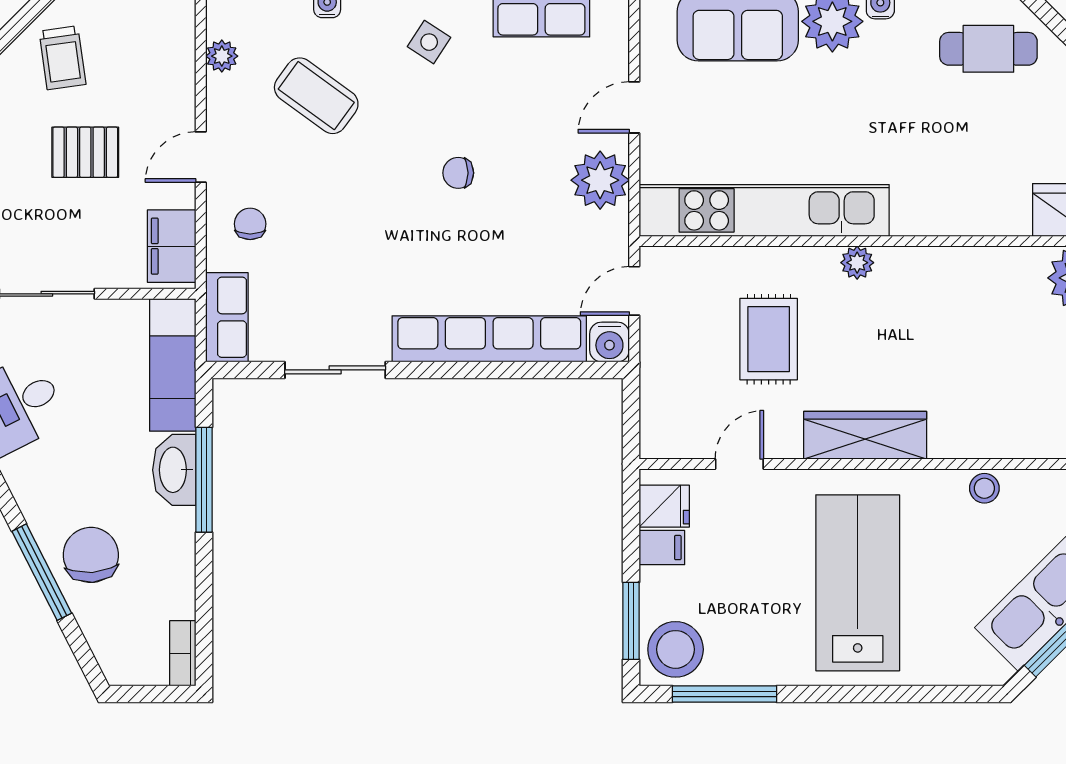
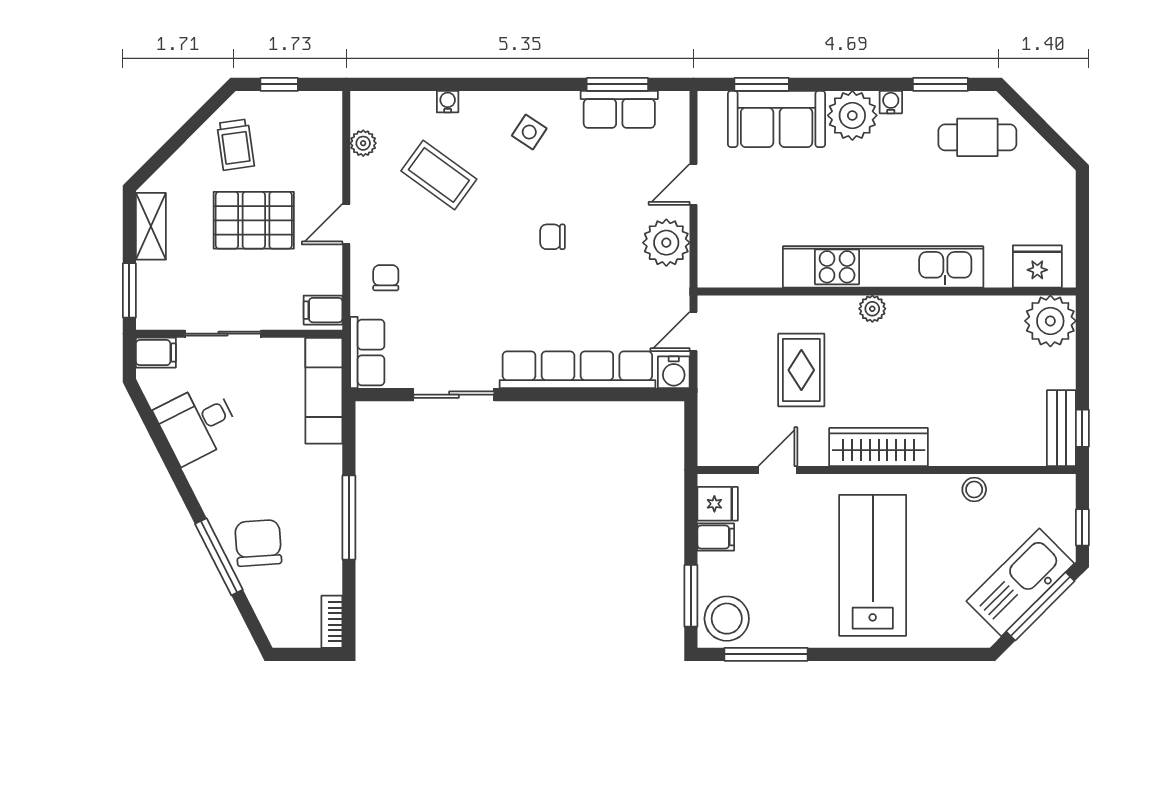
pallet: (85, 152) -> (254, 220), width x1.50, depth x1.42
kitchen unit: (764, 210) -> (883, 267), moved
filing cabinet: (172, 246) -> (323, 310), width x0.50
washbasin: (174, 470) -> (325, 475), removed
window: (204, 480) -> (349, 517), moved

